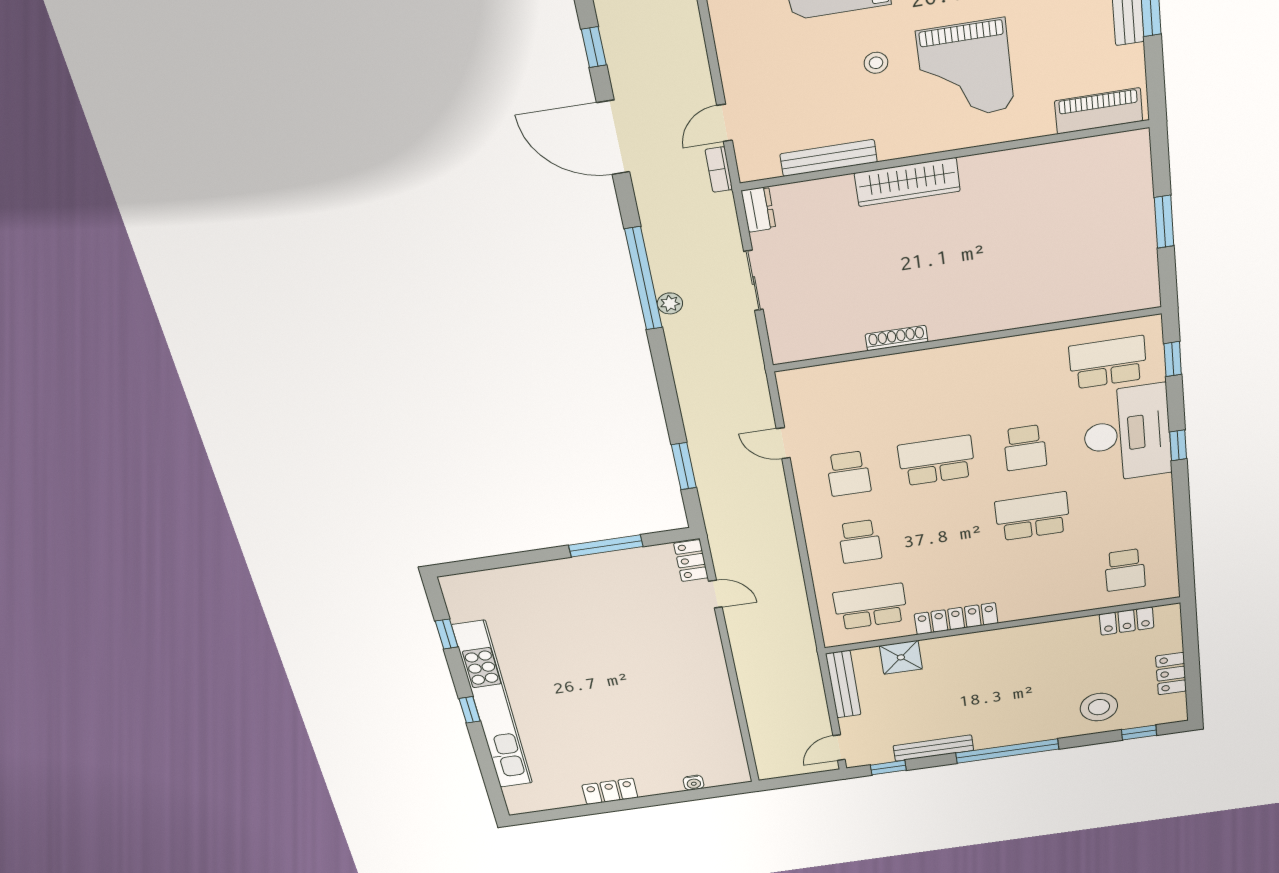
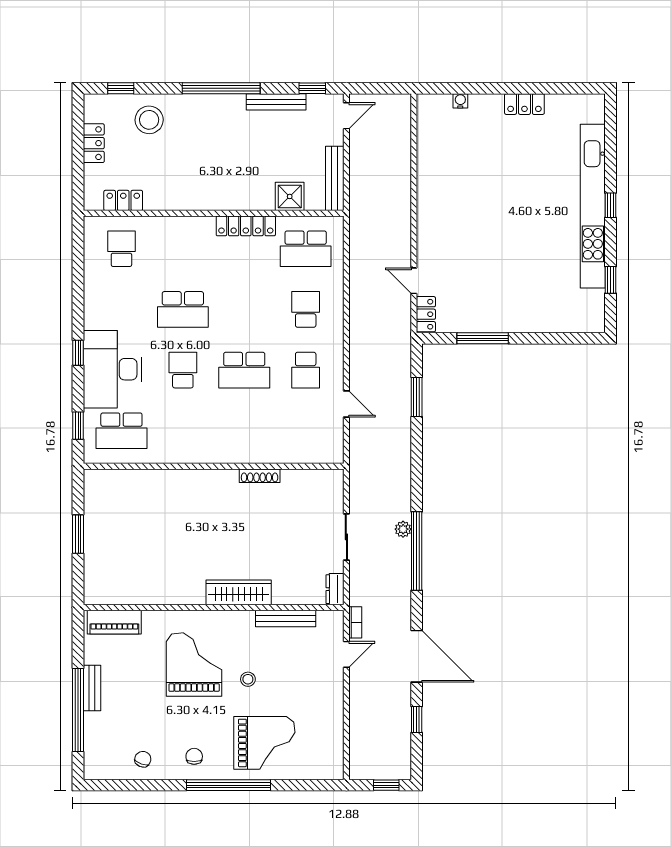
school desk: (849, 474) -> (306, 370), turned 180

